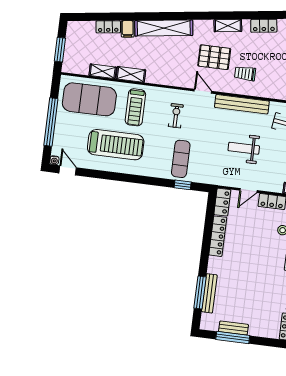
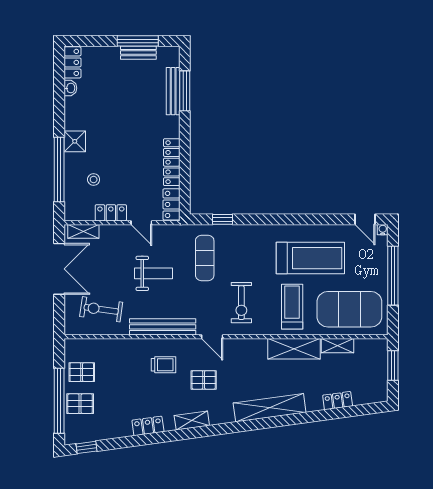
filing cabinet: (128, 29) -> (314, 401), removed
pallet: (214, 57) -> (204, 380), width x0.67, depth x0.71
shelving: (131, 74) -> (294, 349), width x1.50, depth x1.33
exercise bike: (176, 116) -> (241, 303), width x1.38, depth x1.39
treadmill: (116, 145) -> (310, 258), turned 180
exercise mat: (181, 159) -> (205, 258), moved
door: (248, 190) -> (141, 223), swing flipped

